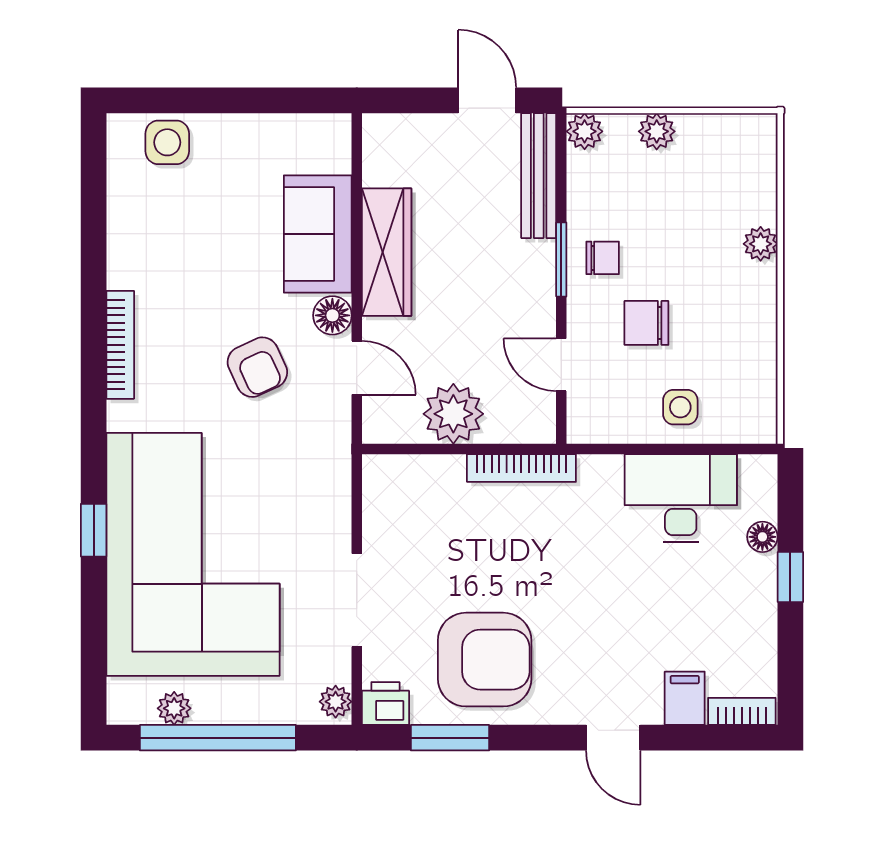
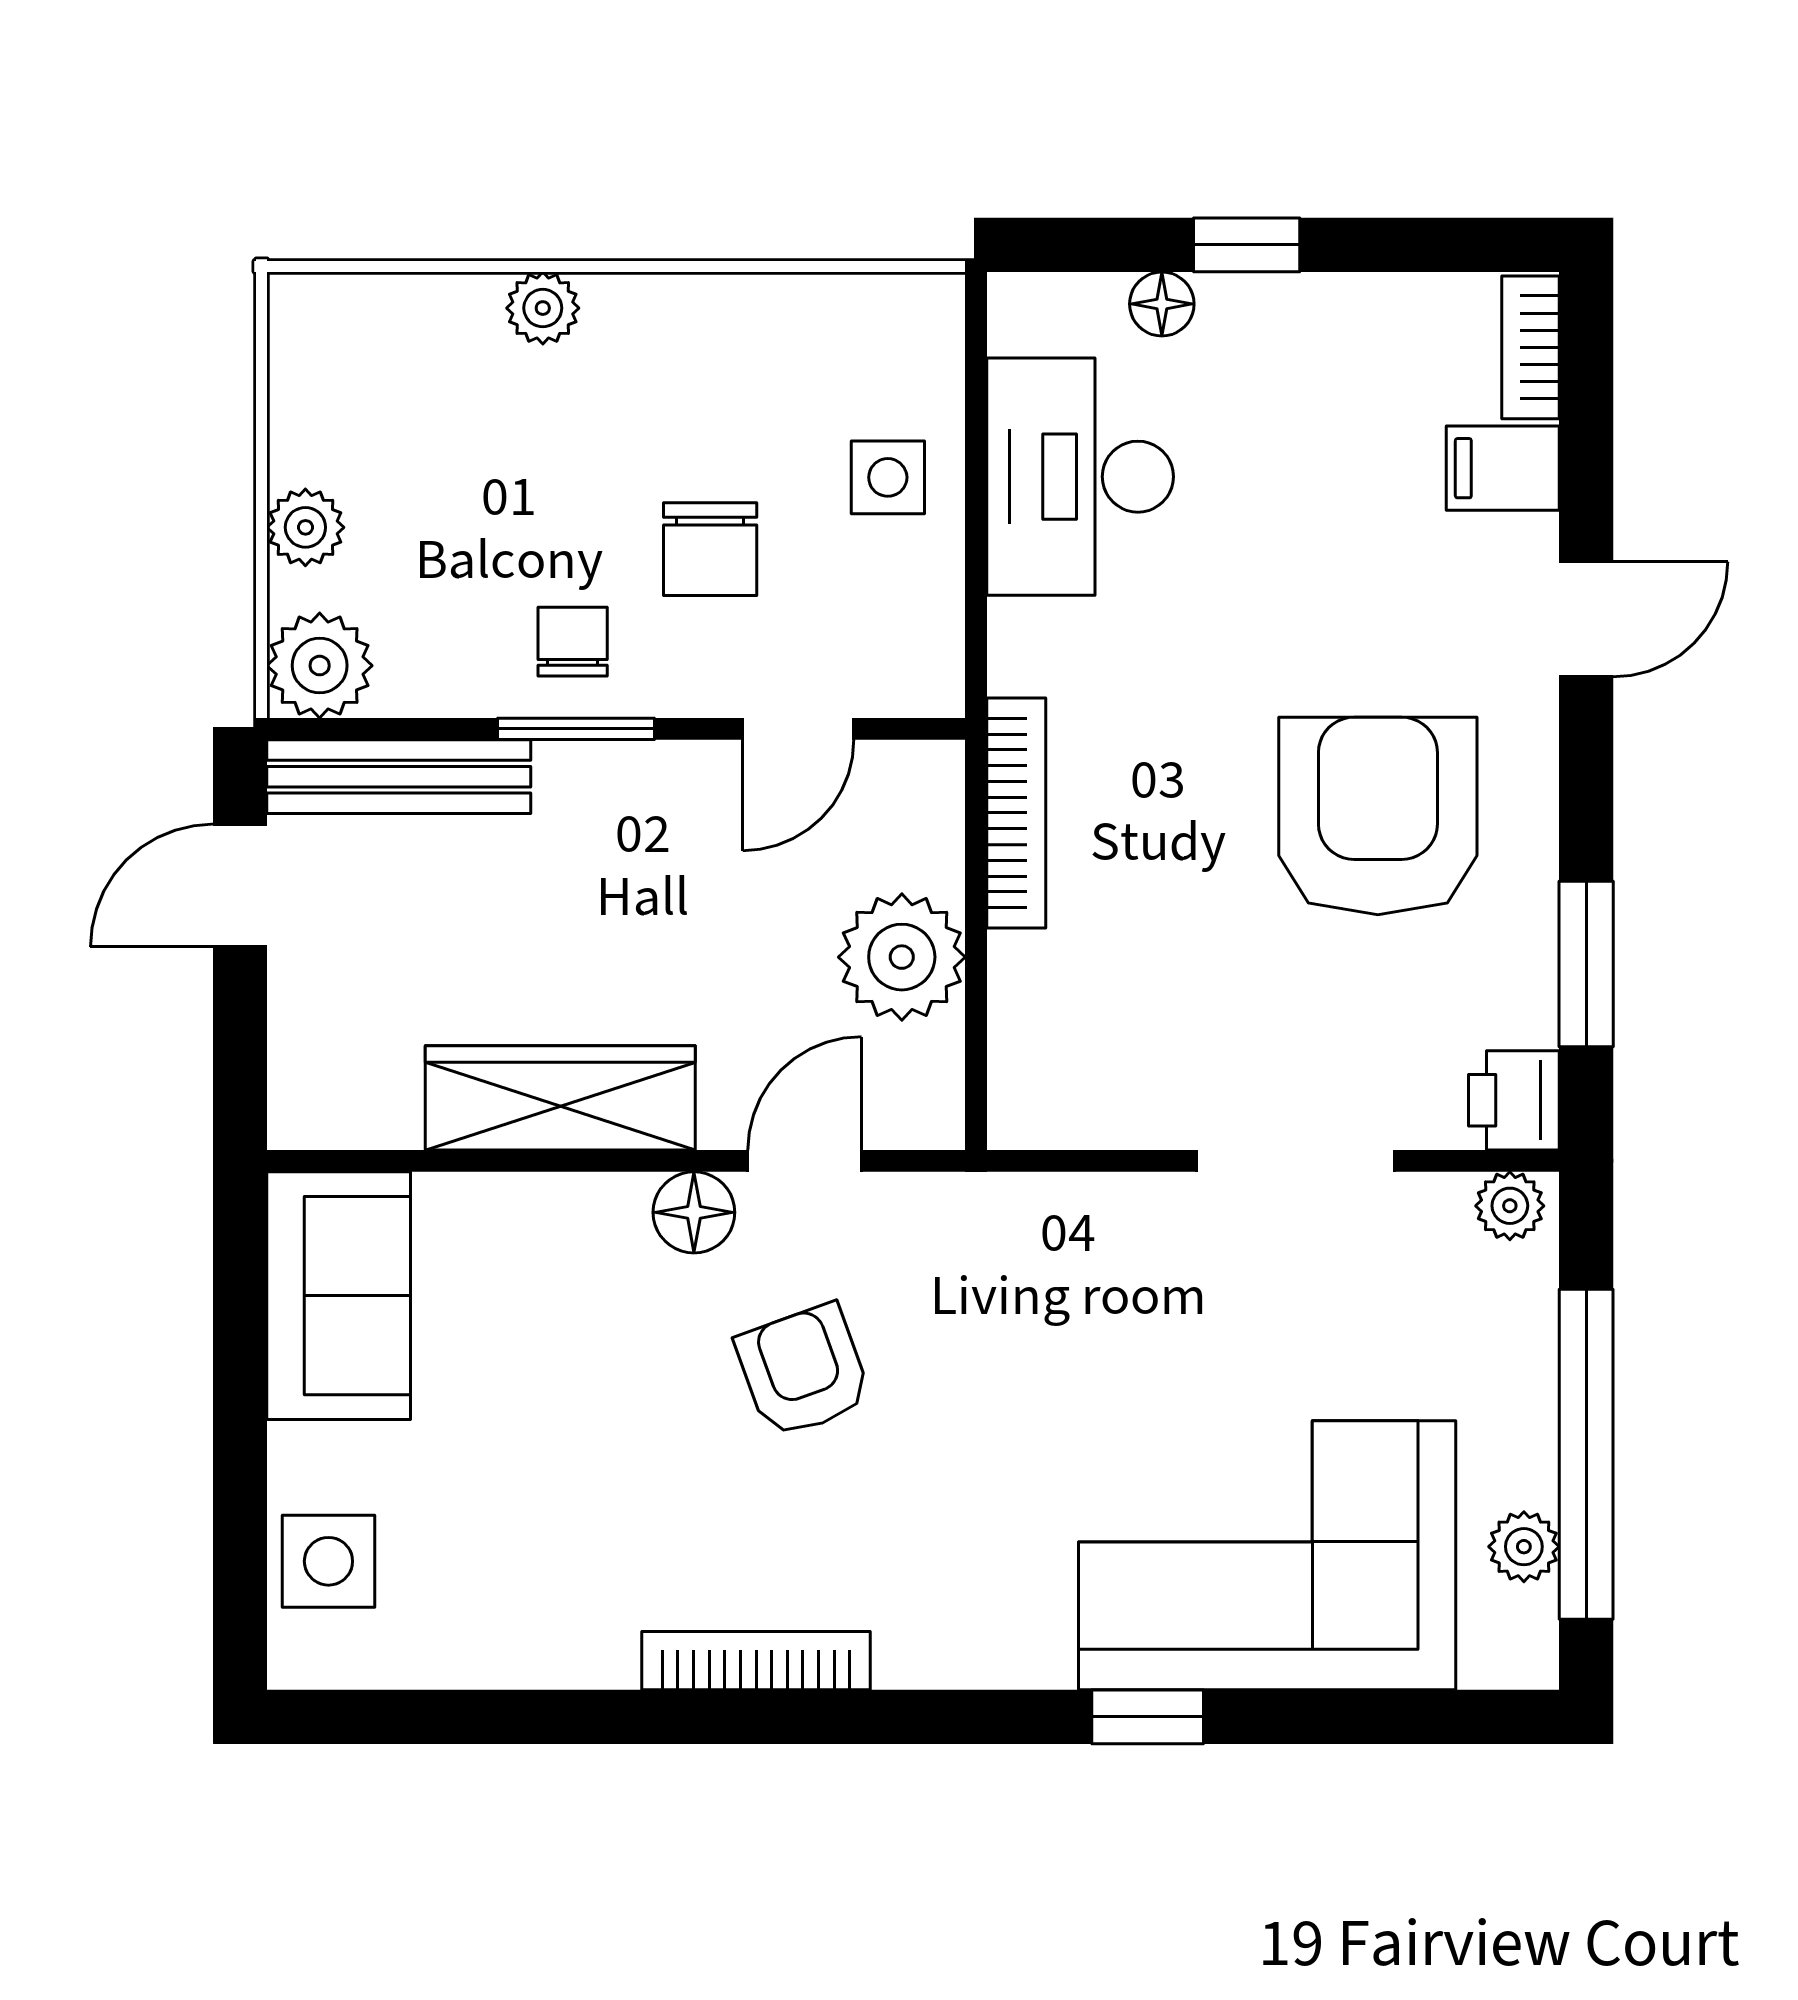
plant: (585, 131) -> (320, 666), width x1.38, depth x1.38
sofa: (318, 234) -> (339, 1296), moved, turned -90
armchair: (257, 367) -> (803, 1371), turned -85
corner sofa: (193, 554) -> (1267, 1555), width x0.73, depth x0.74
armchair: (485, 660) -> (1378, 816), moved

